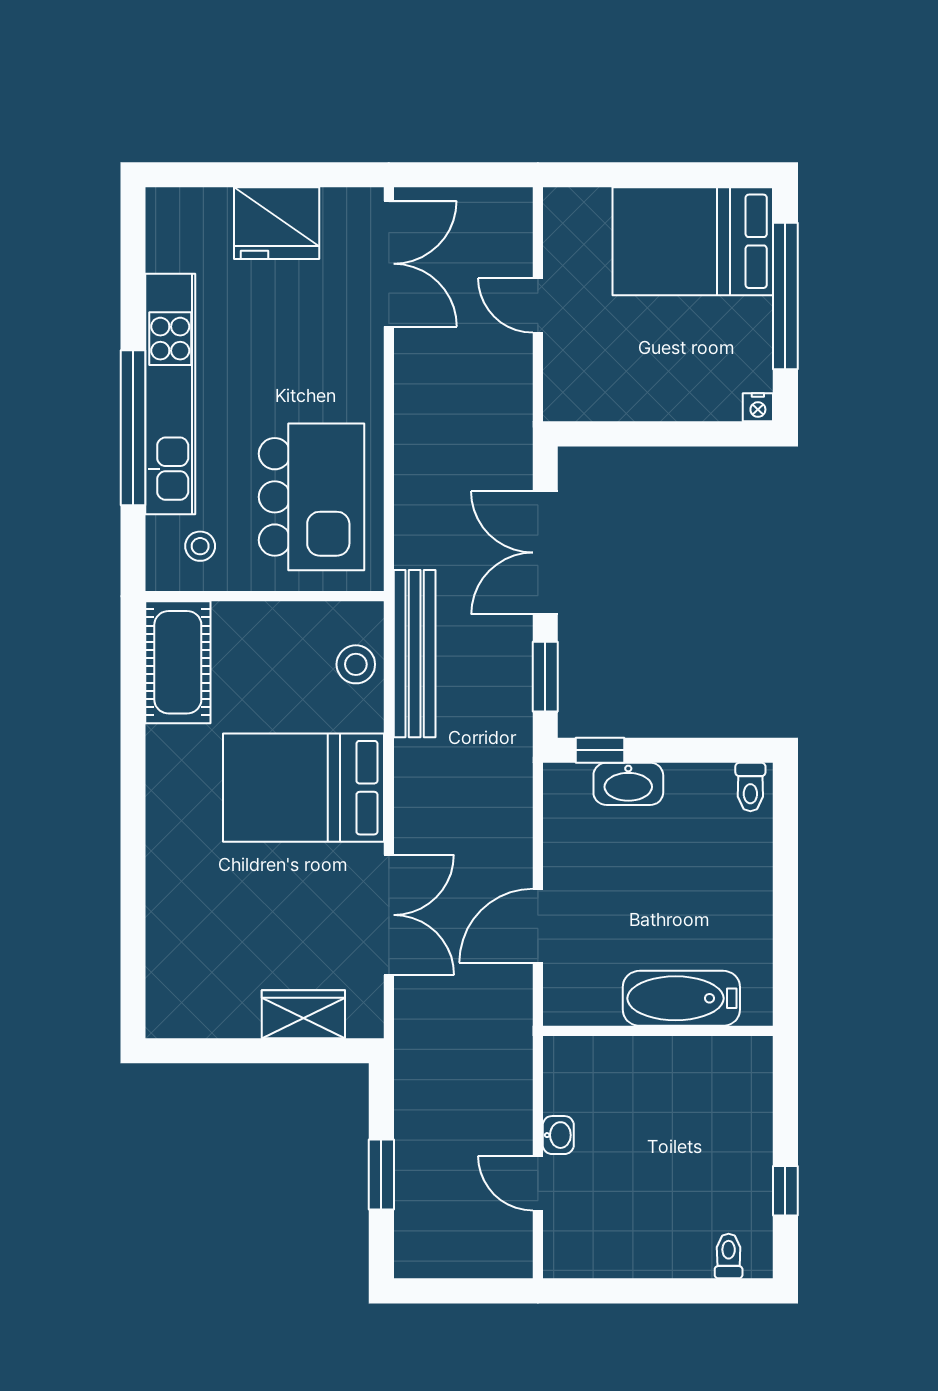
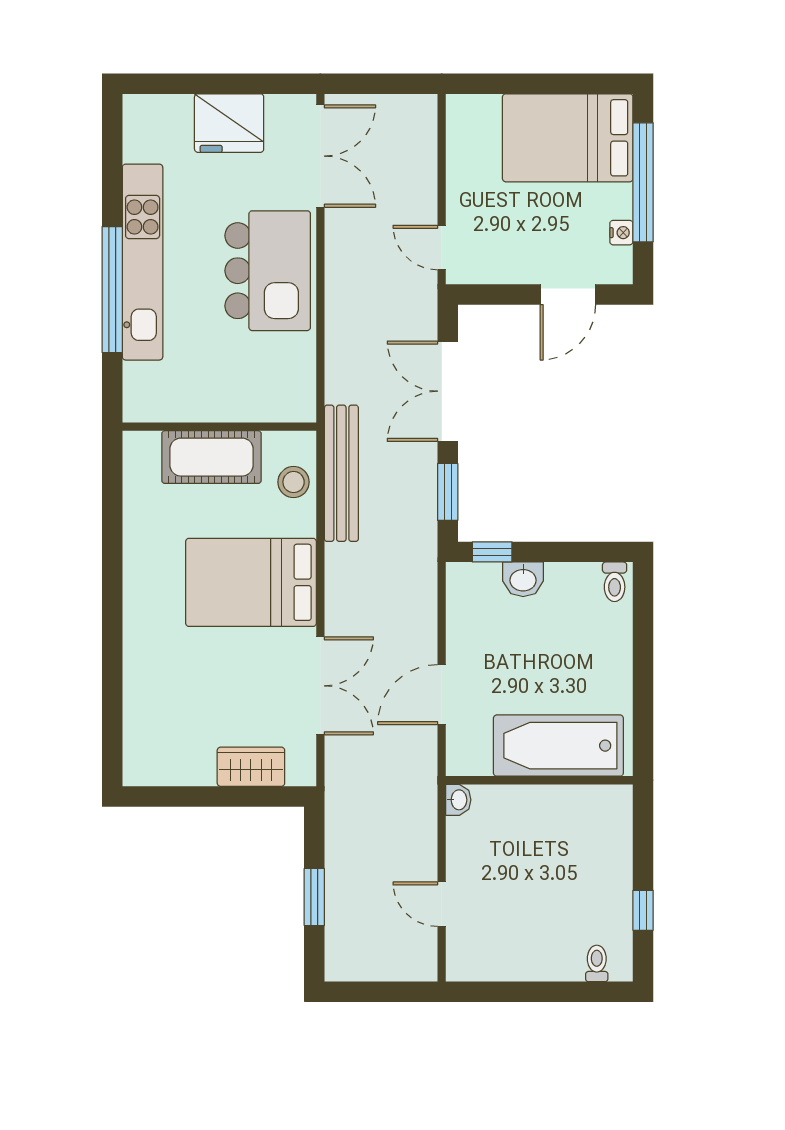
door: (538, 305) -> (442, 248), moved
nightstand: (758, 407) -> (621, 233), moved, turned -90
door: (693, 434) -> (568, 295), added
kitchen island: (311, 497) -> (268, 271), moved
stool: (200, 546) -> (167, 386), removed
cot: (178, 662) -> (211, 457), moved, turned 90
washbasin: (628, 784) -> (523, 579), width x0.72
bathtub: (681, 998) -> (558, 746), width x1.36, depth x1.36
washbasin: (558, 1135) -> (458, 800), moved

